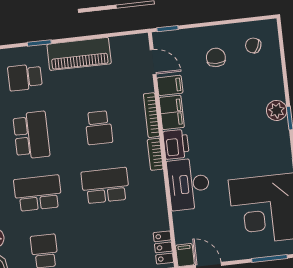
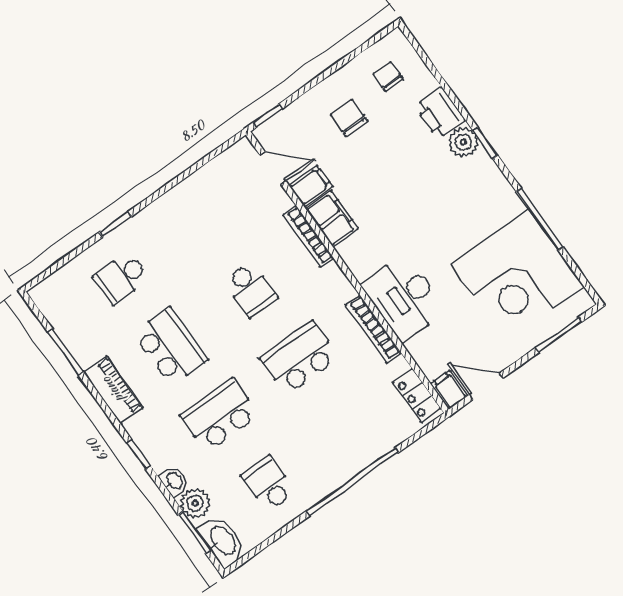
chair: (253, 45) -> (388, 77), turned 66
piano: (79, 54) -> (174, 210), removed
printer: (176, 144) -> (440, 113), moved, turned 180
bookcase: (155, 154) -> (373, 329), moved, width x1.56

